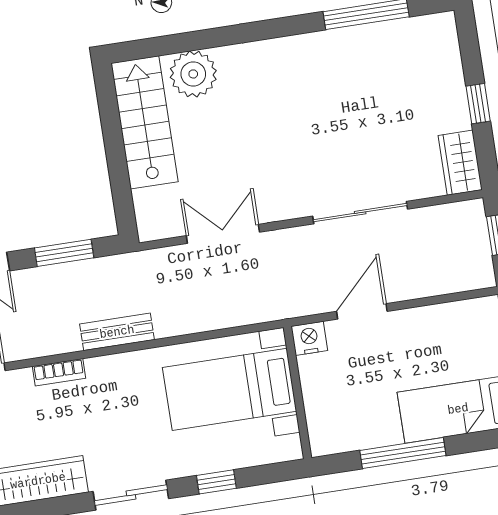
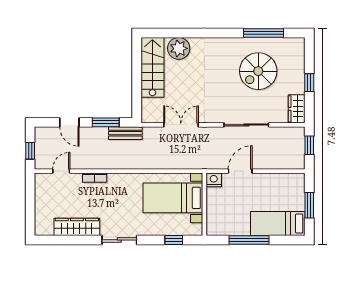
spiral stairs: (367, 96) -> (258, 71), added
bench: (117, 332) -> (125, 133), moved
window: (216, 482) -> (174, 240), moved

